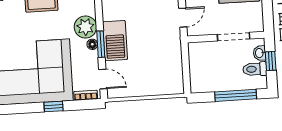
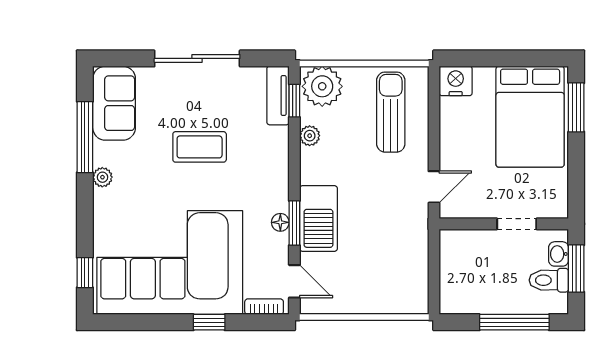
plant: (85, 27) -> (271, 193), removed
doorway: (234, 37) -> (517, 224), width x0.73
window: (271, 61) -> (576, 268), width x1.50

